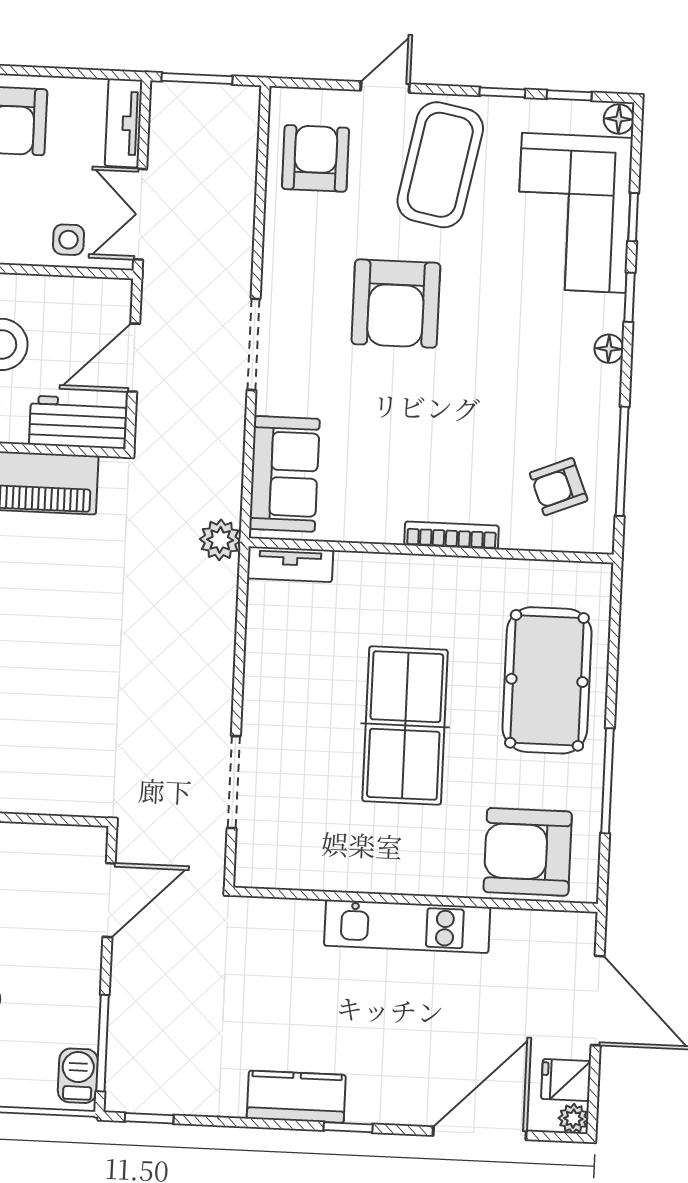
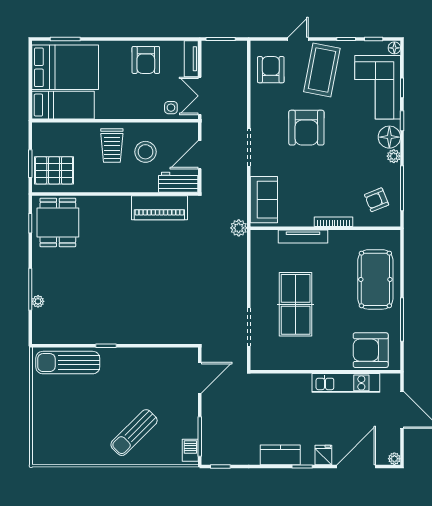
floor lamp: (609, 349) -> (389, 137), width x1.89, depth x1.89
plant: (605, 383) -> (394, 156), added
tv unit: (290, 564) -> (303, 237), moved, width x1.41
table tennis table: (405, 726) -> (296, 304), moved
kitchen unit: (407, 926) -> (346, 383), moved
fridge: (566, 1080) -> (323, 455), moved, turned 90

